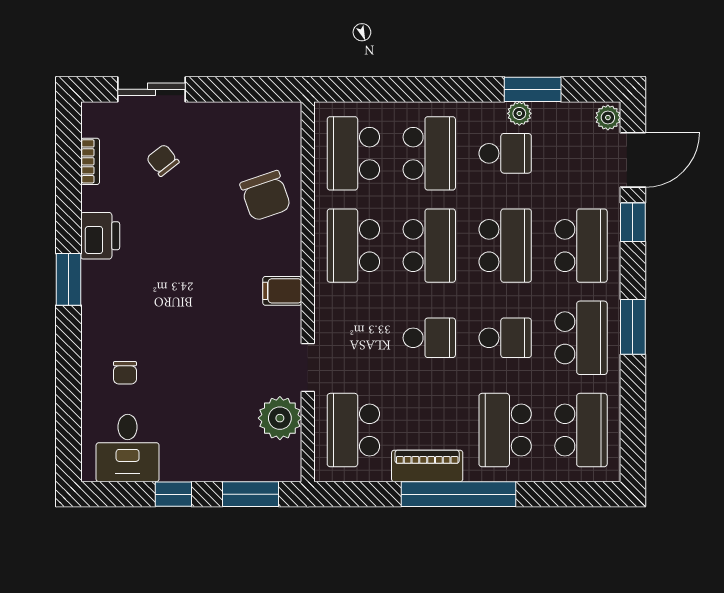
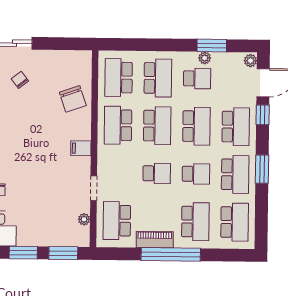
plant: (280, 418) -> (84, 219), width x0.53, depth x0.53
school desk: (505, 430) -> (195, 222), turned 180
window: (173, 494) -> (23, 253), width x1.50

